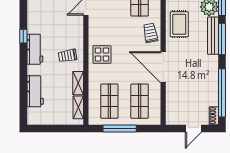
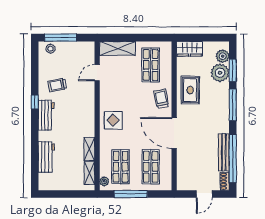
bench: (213, 36) -> (224, 152), moved
trolley: (68, 56) -> (57, 85), moved
plant: (93, 116) -> (104, 181), added

